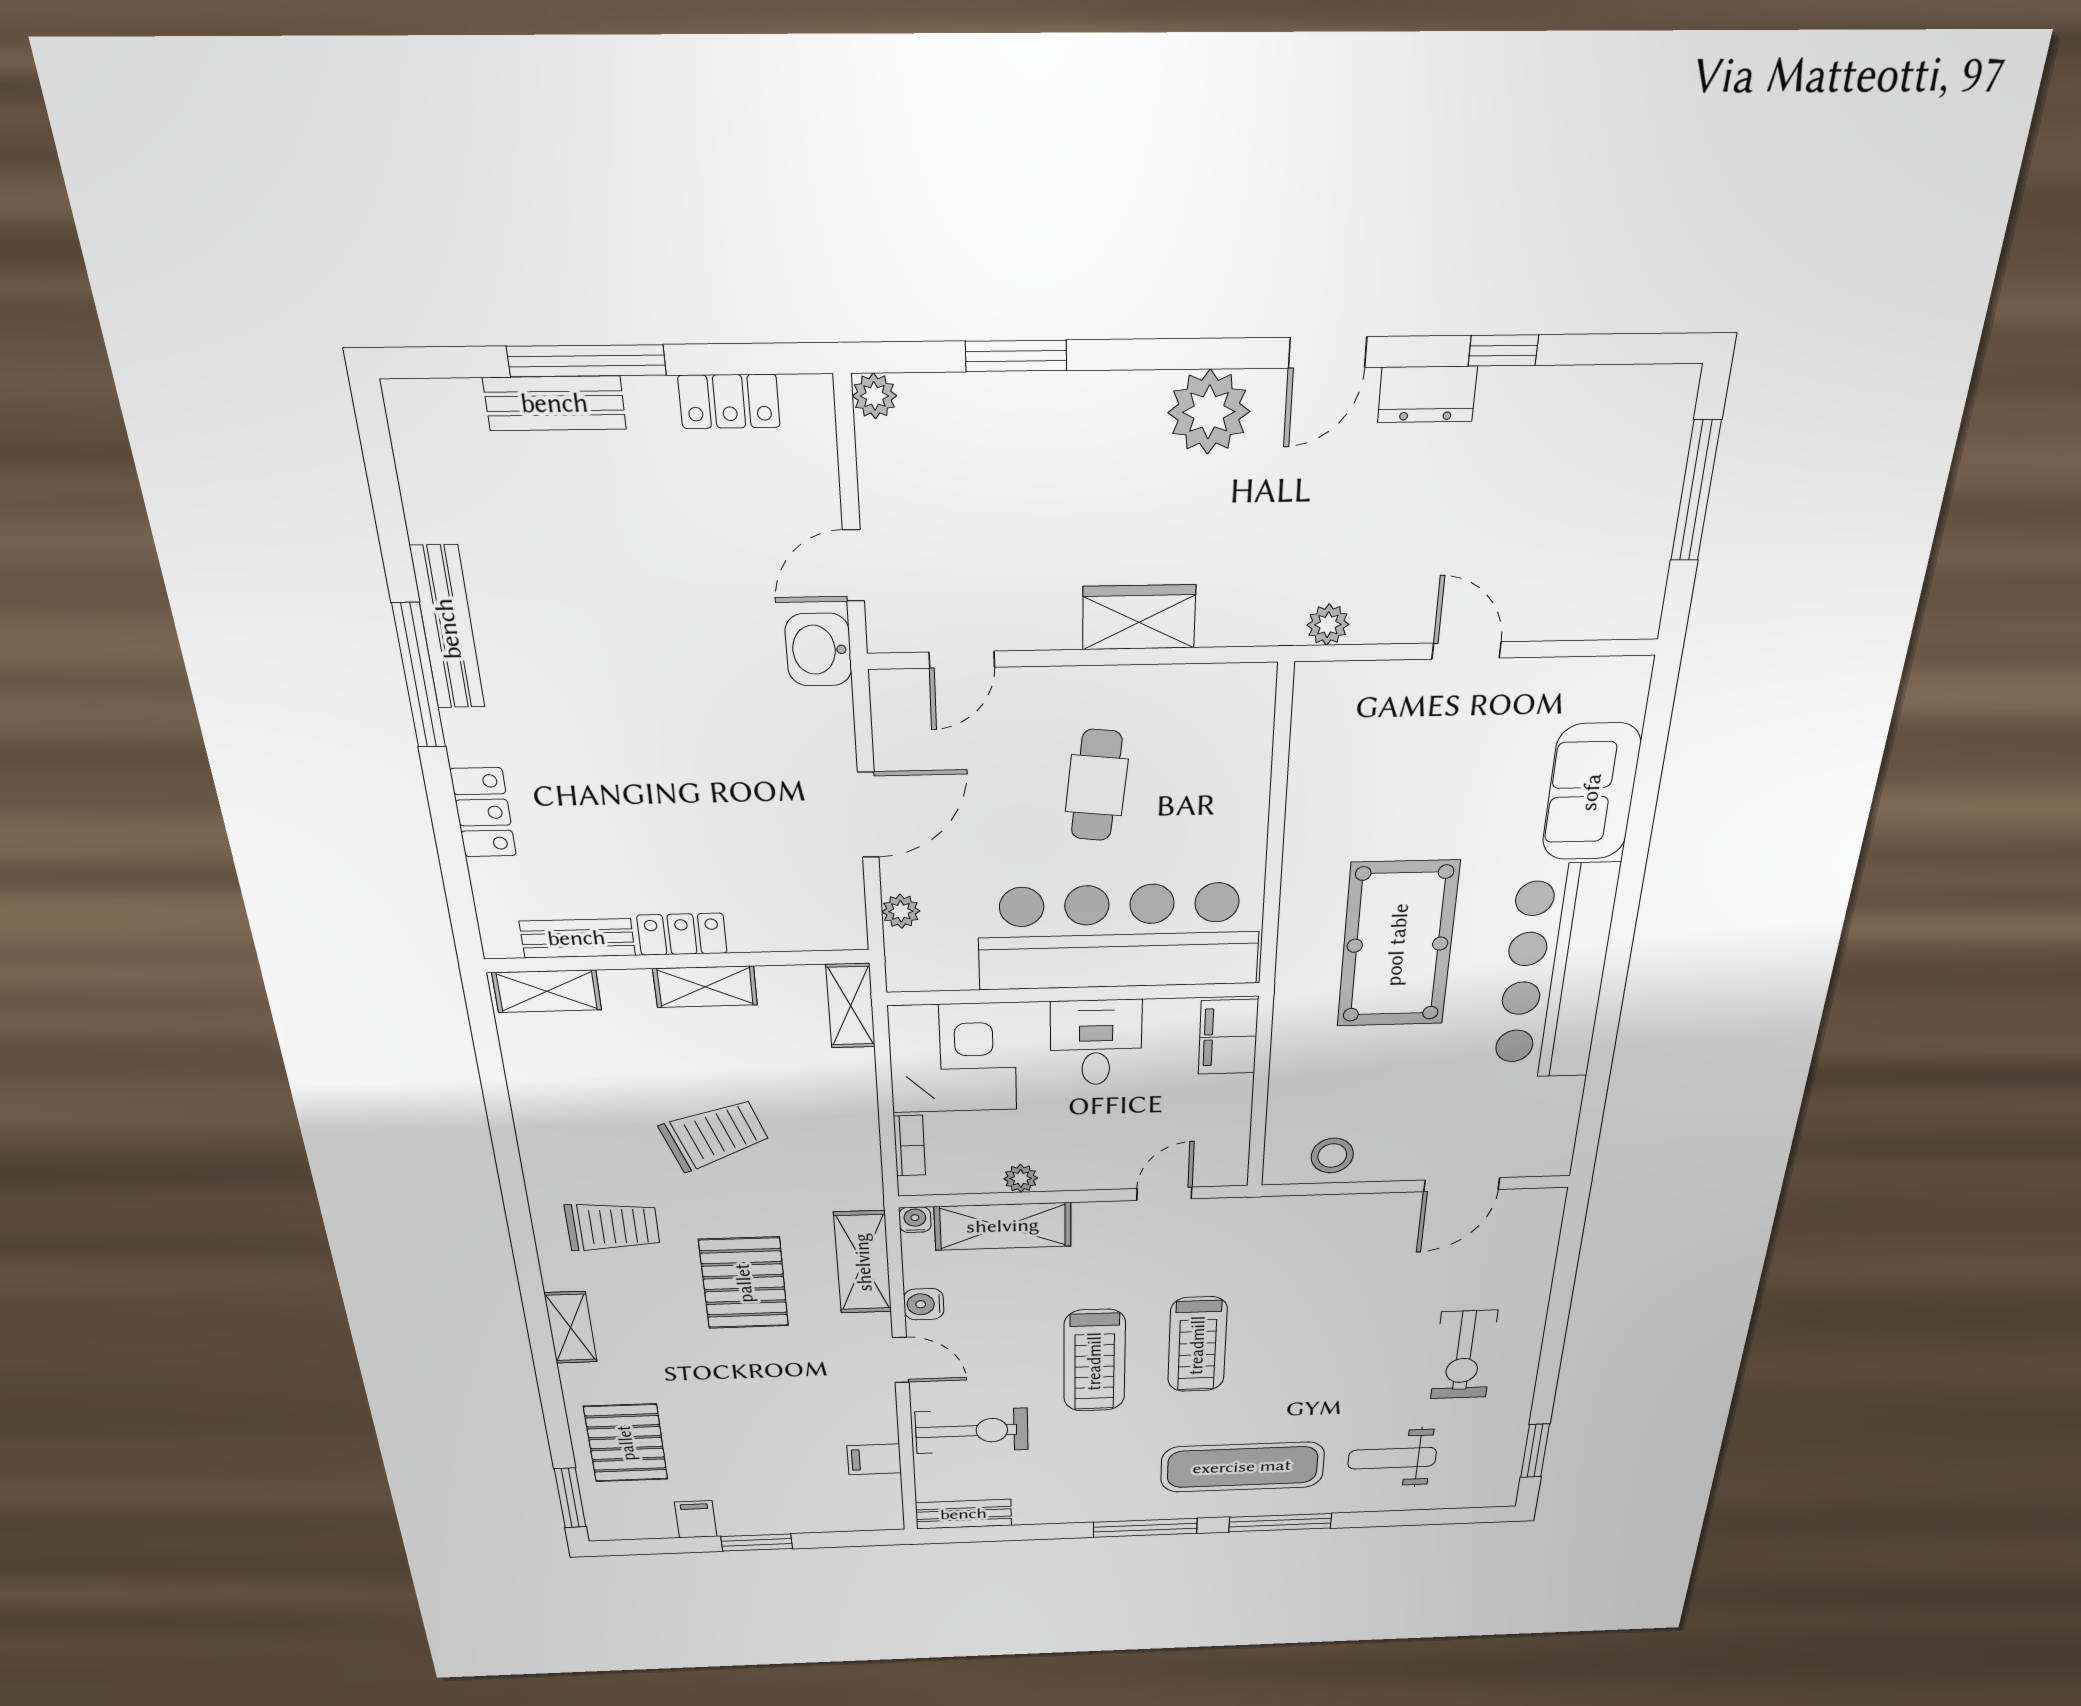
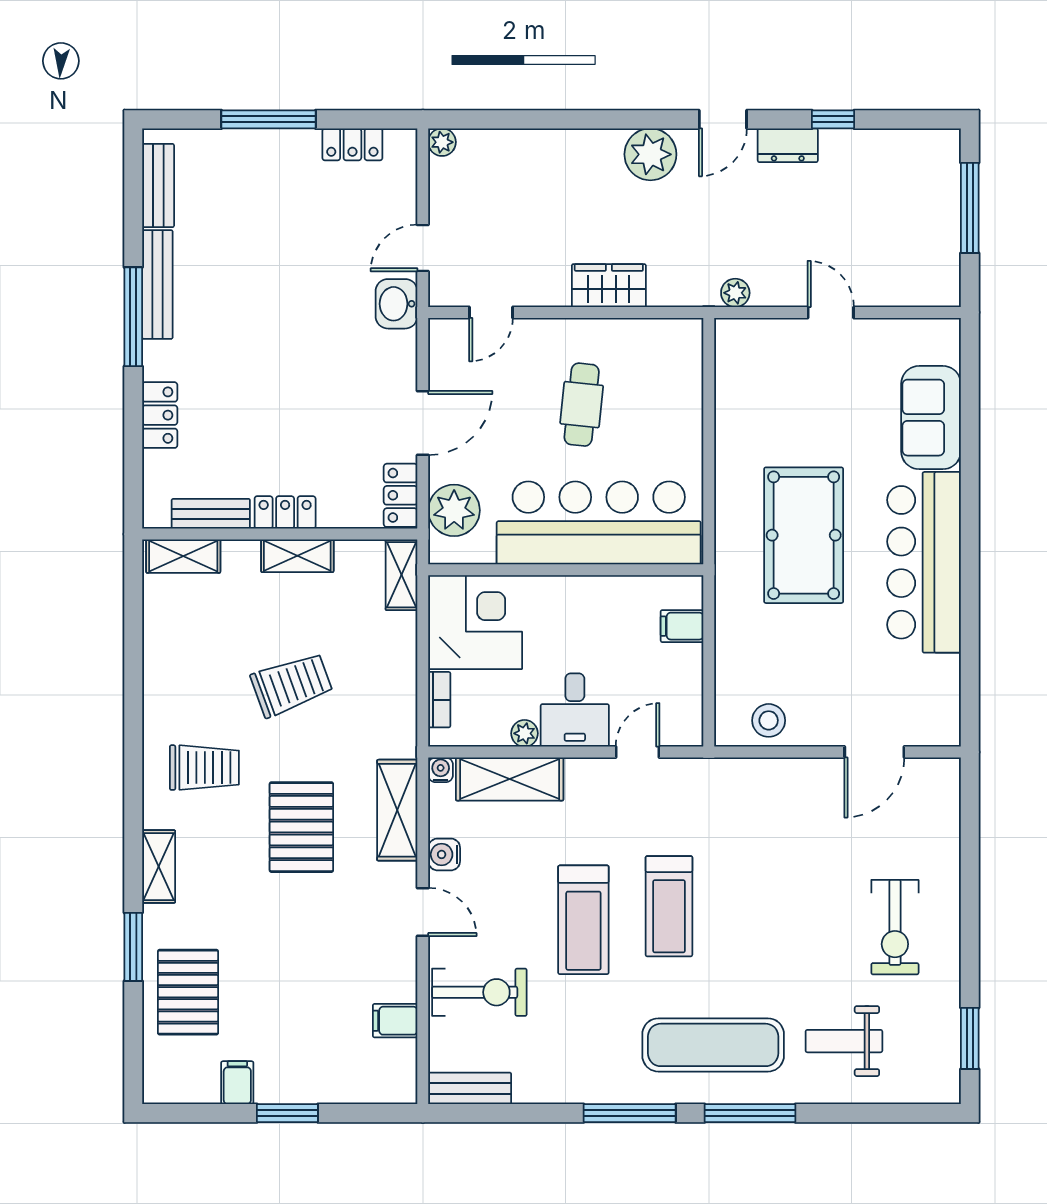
window: (1016, 356) -> (530, 119), removed
bench: (555, 403) -> (158, 186), moved, turned 90
locker: (843, 909) -> (401, 495), added
plant: (901, 911) -> (454, 510), width x1.88, depth x1.88
filing cabinet: (1228, 1037) -> (682, 626), width x0.50
desk: (1096, 1043) -> (575, 710), moved, turned 180
window: (570, 1498) -> (133, 947), moved

